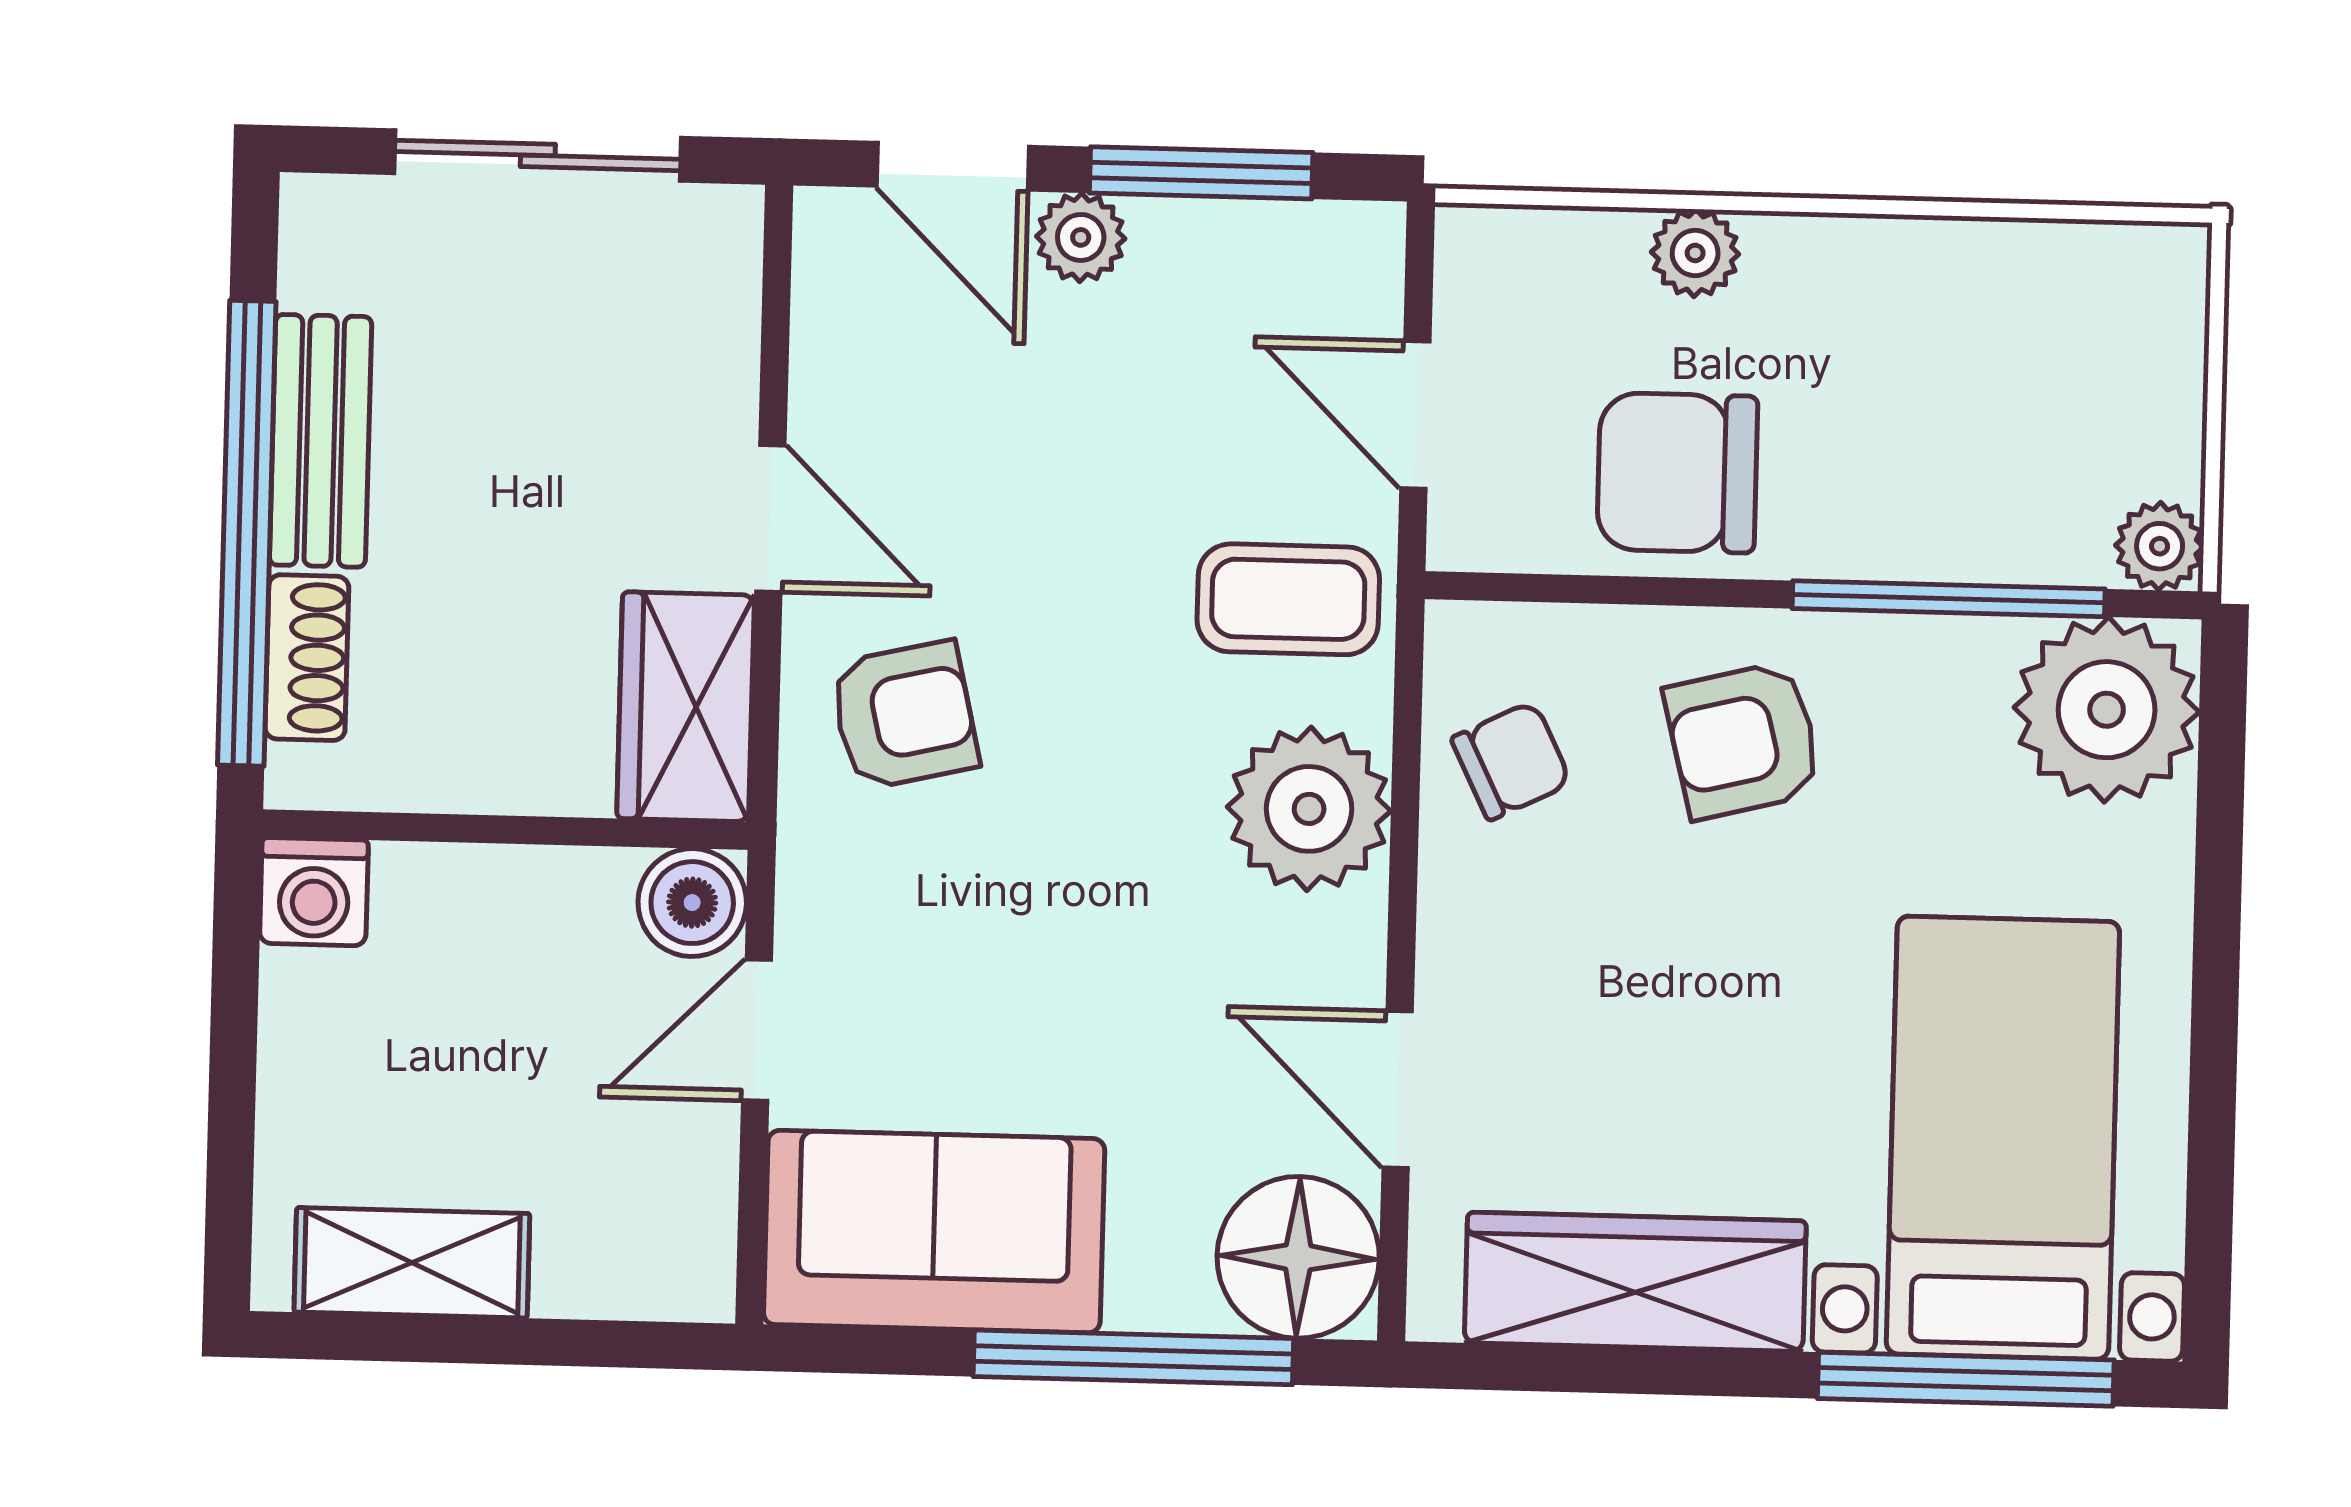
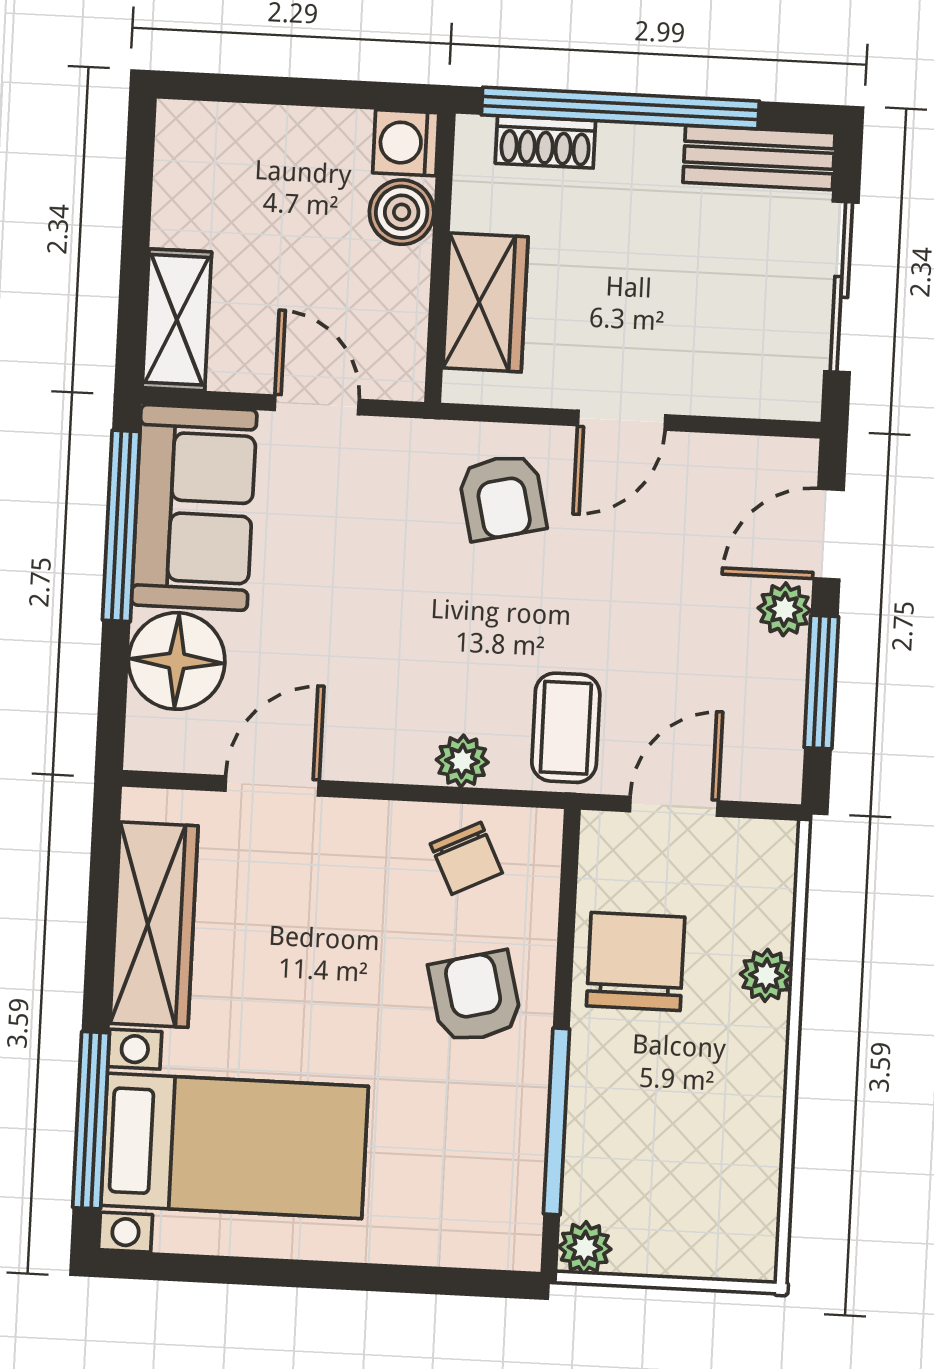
bench: (321, 441) -> (759, 158), moved
wardrobe: (686, 707) -> (485, 302), moved, turned 90
plant: (2107, 710) -> (488, 1214), removed
plant: (1309, 809) -> (462, 761), width x0.53, depth x0.53
boiler: (692, 903) -> (402, 212), moved
floor lamp: (1298, 1257) -> (177, 661), moved
shelving: (412, 1263) -> (177, 320), moved
window: (1133, 1357) -> (121, 526), moved

